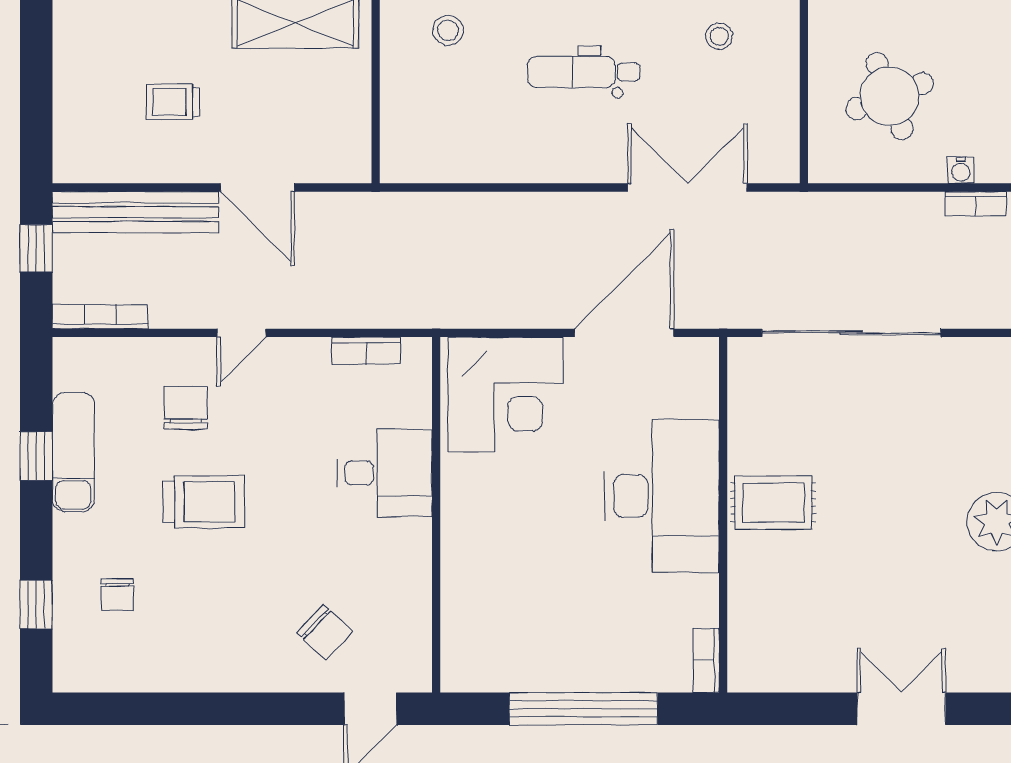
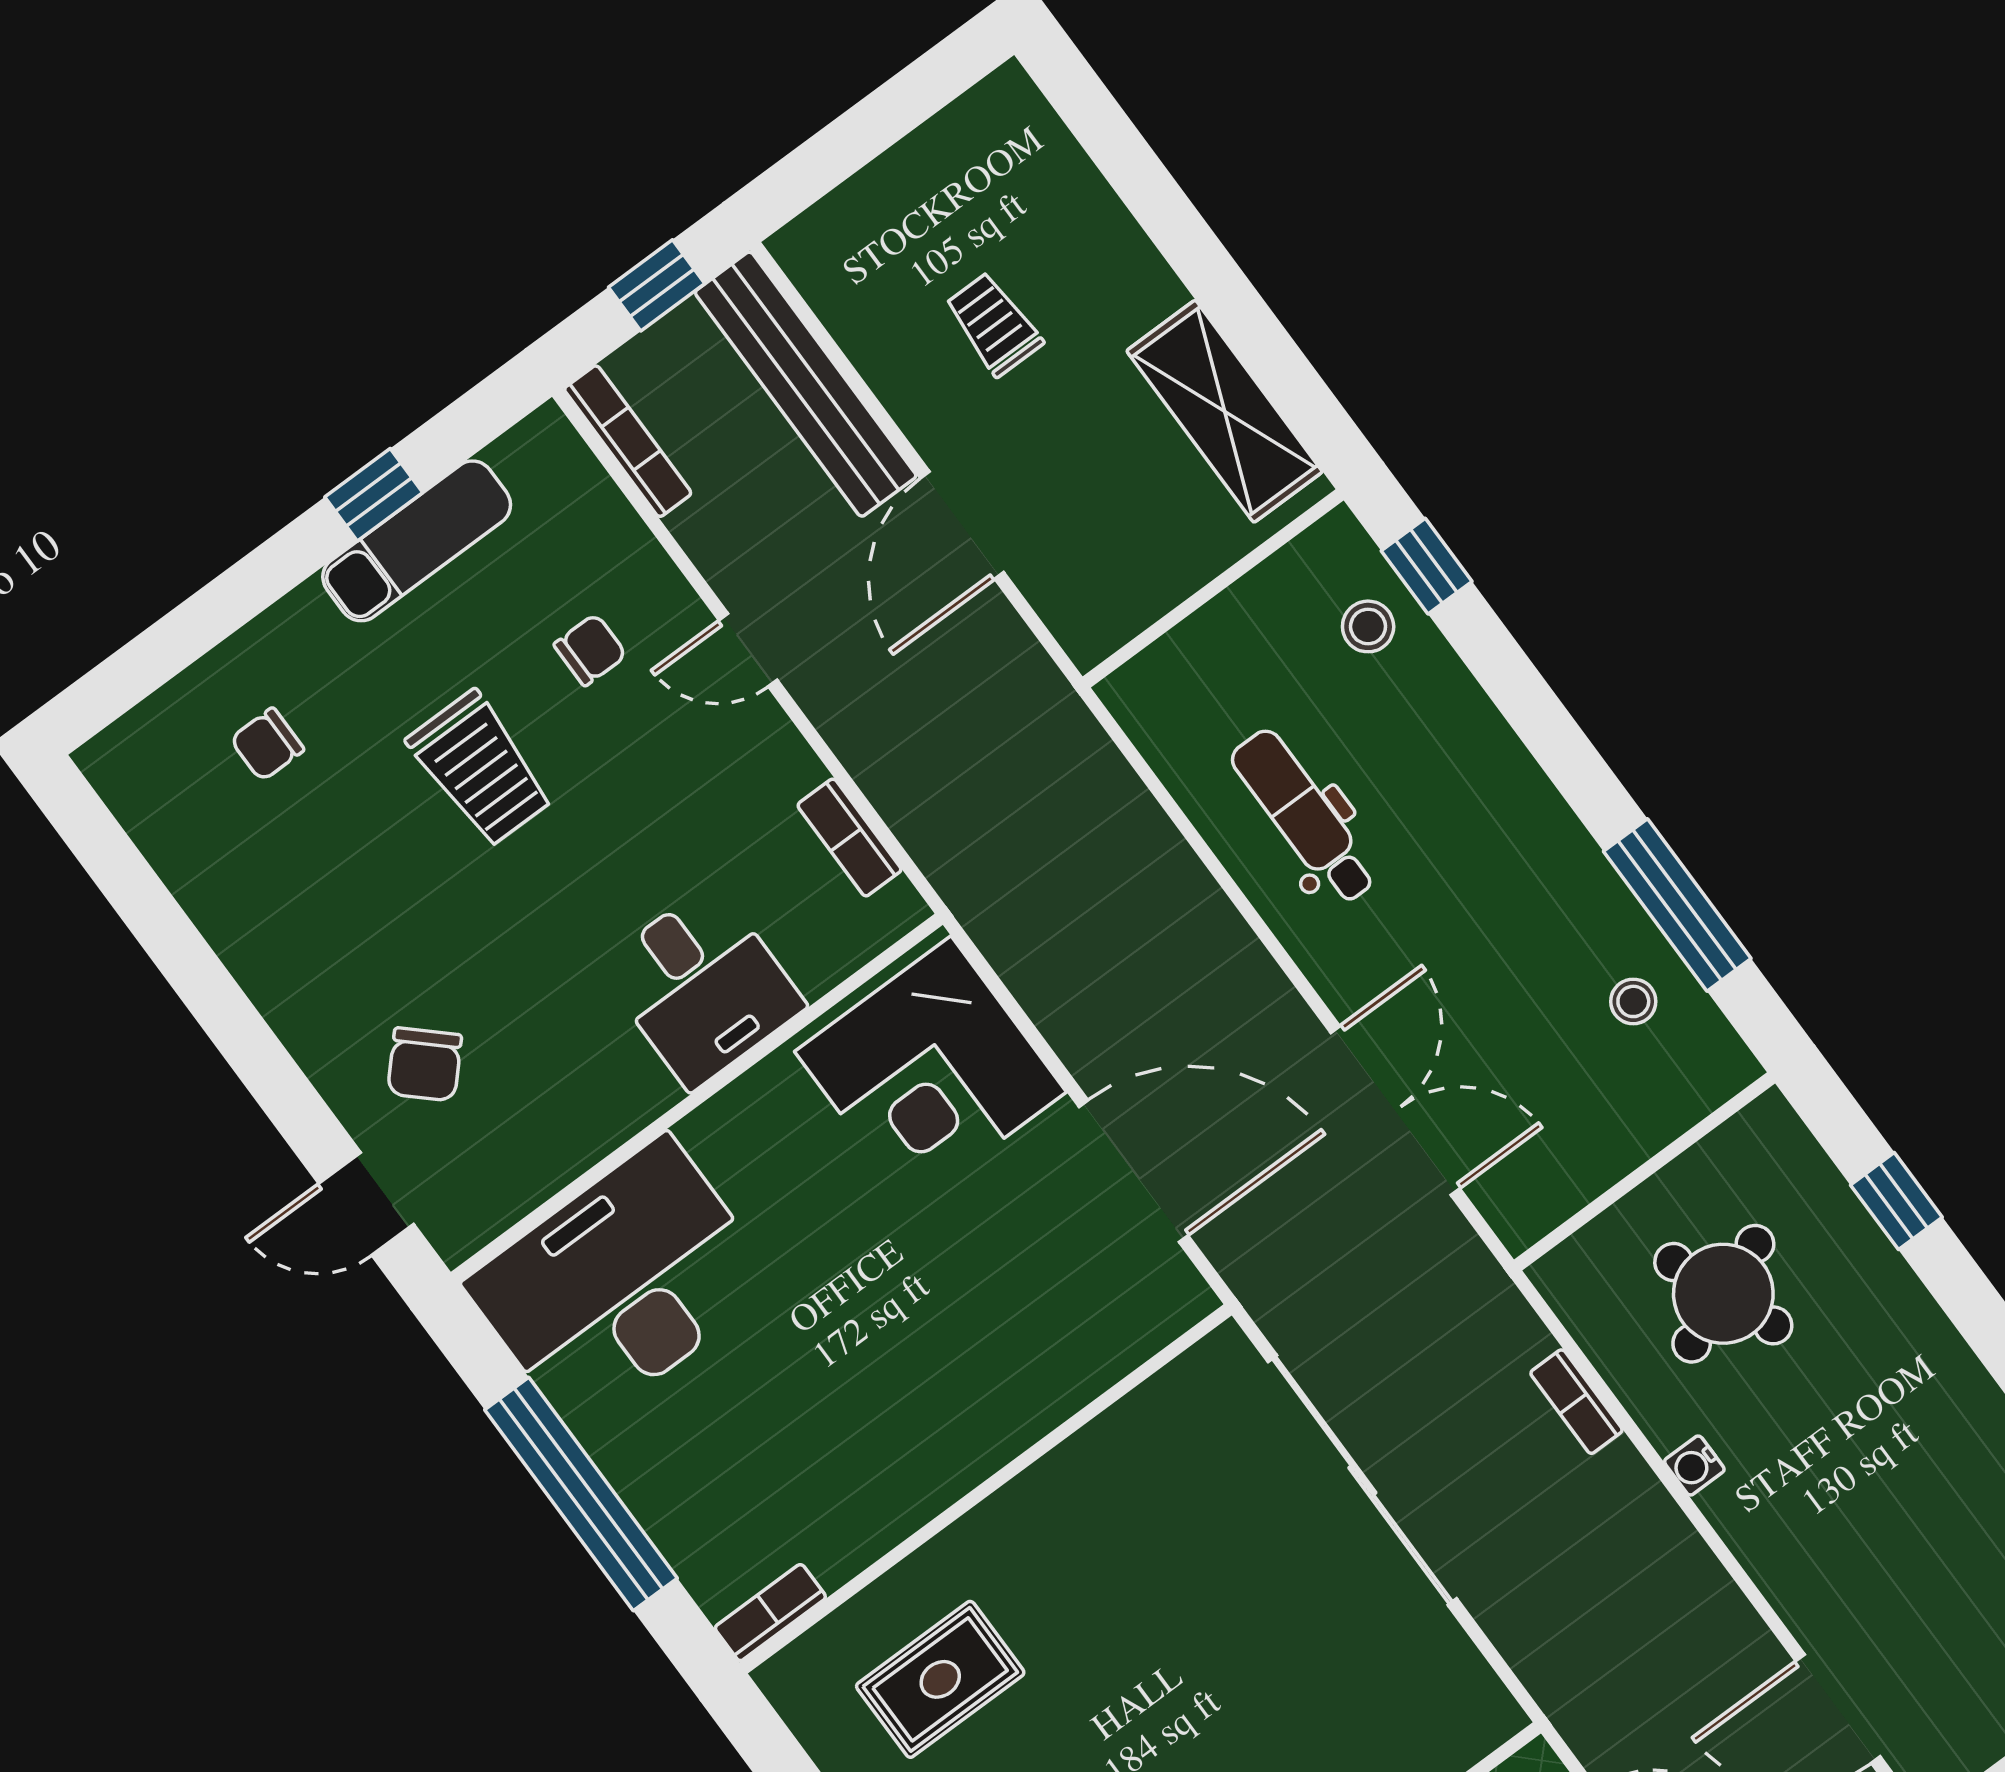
dental chair: (584, 72) -> (1304, 817), moved
bookcase: (975, 204) -> (1576, 1402), moved
chair: (186, 408) -> (590, 650), width x0.73, depth x0.73
desk: (662, 496) -> (621, 1284), moved, turned 180
rug: (773, 503) -> (940, 1679), moved, turned 90
window: (36, 605) -> (172, 644), removed

